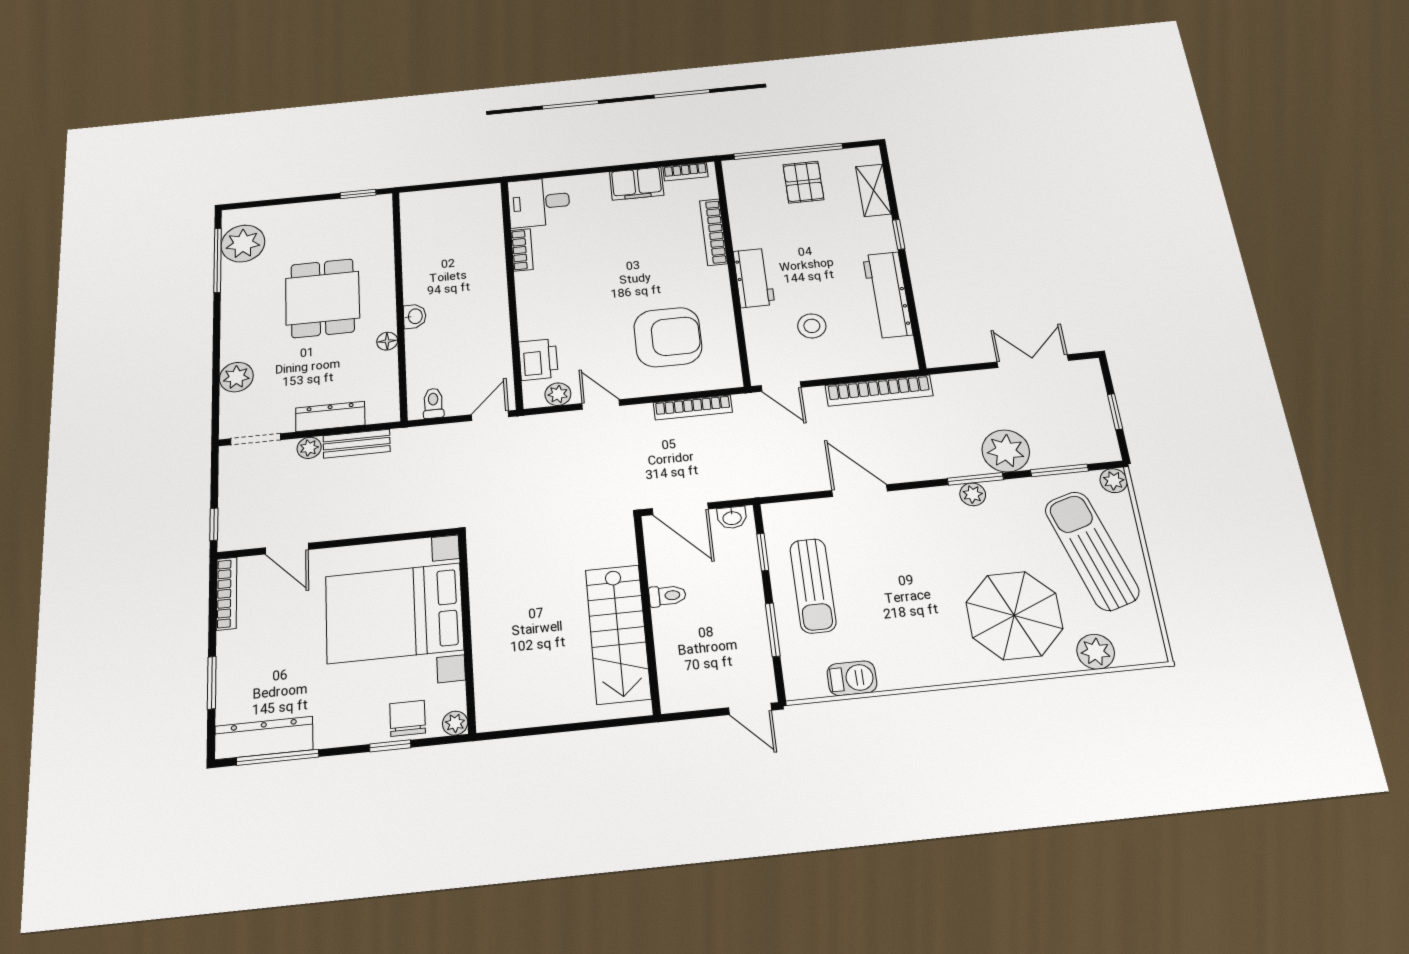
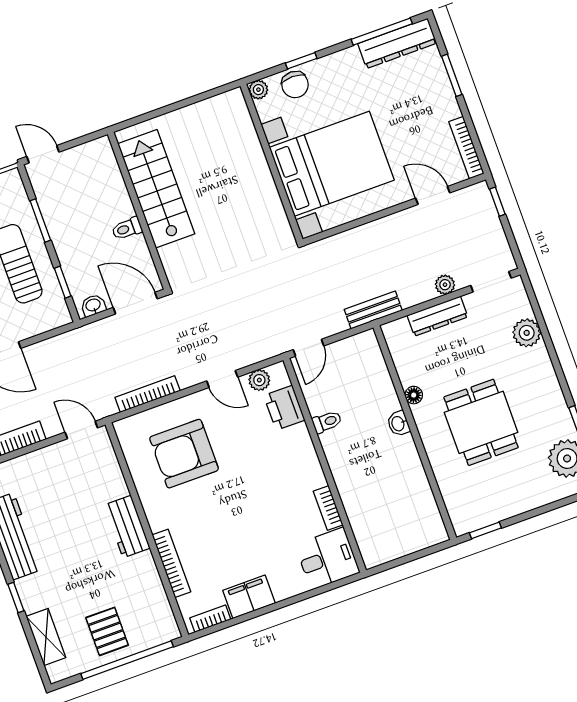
stool: (812, 326) -> (69, 492), removed
toilet: (433, 403) -> (327, 422), moved, turned -90
bench: (357, 444) -> (373, 310), moved

